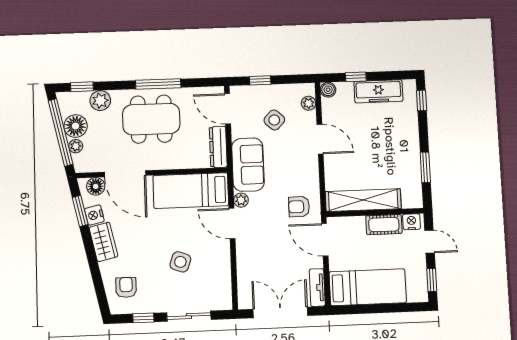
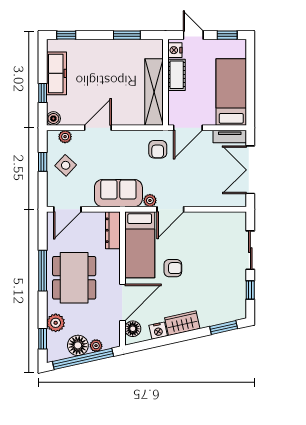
window: (260, 80) -> (43, 162), moved
side table: (274, 120) -> (66, 165), moved
dresser: (218, 147) -> (113, 230), moved, turned 90
window: (80, 211) -> (224, 328), moved
door: (430, 242) -> (193, 35), hinge flipped
side table: (180, 262) -> (203, 256), removed
armchair: (126, 287) -> (173, 268), moved, turned 180

